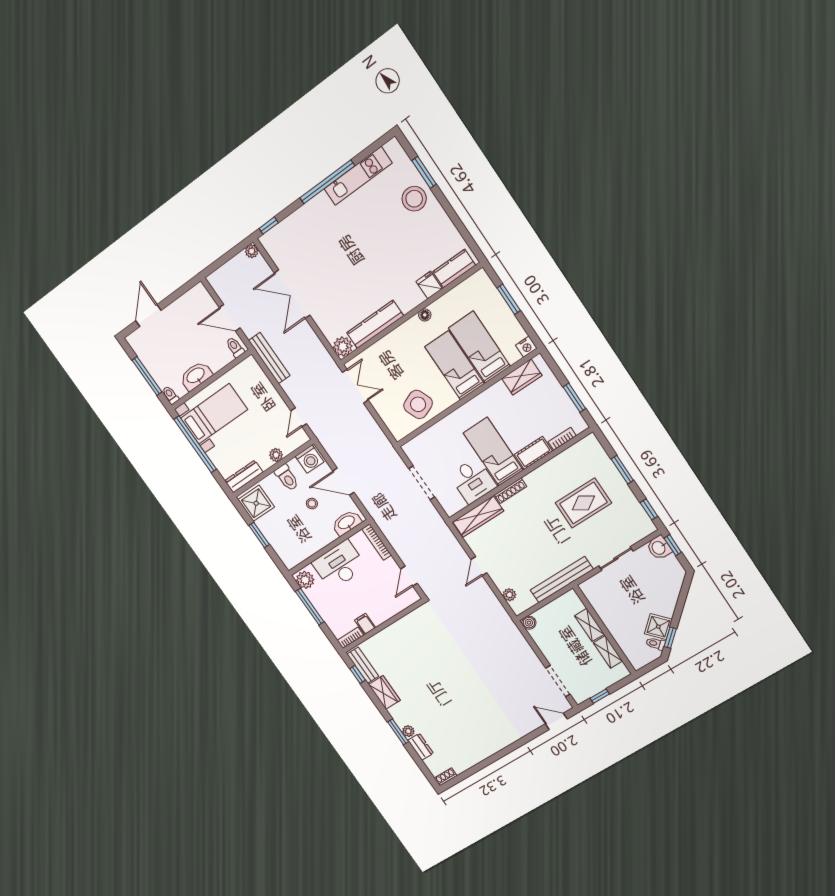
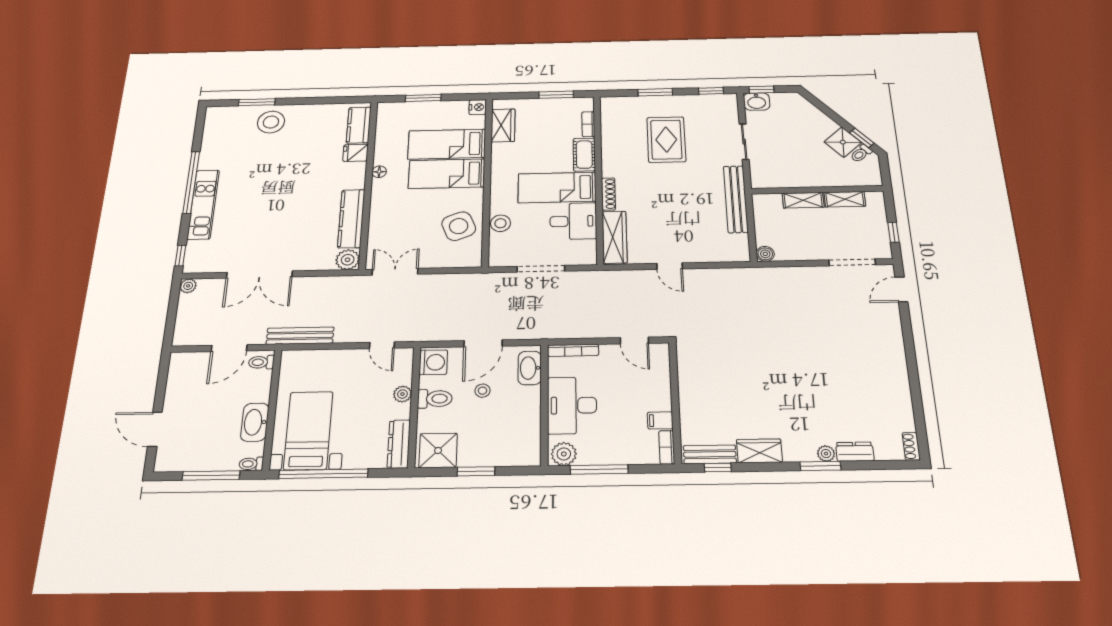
kitchen unit: (358, 176) -> (203, 204), moved
stool: (439, 432) -> (500, 223), added
plant: (509, 595) -> (721, 255), removed

